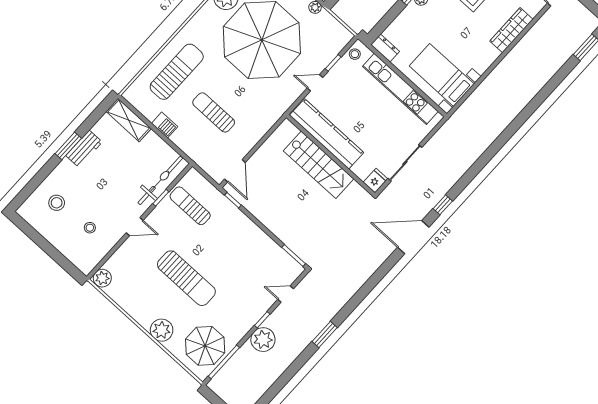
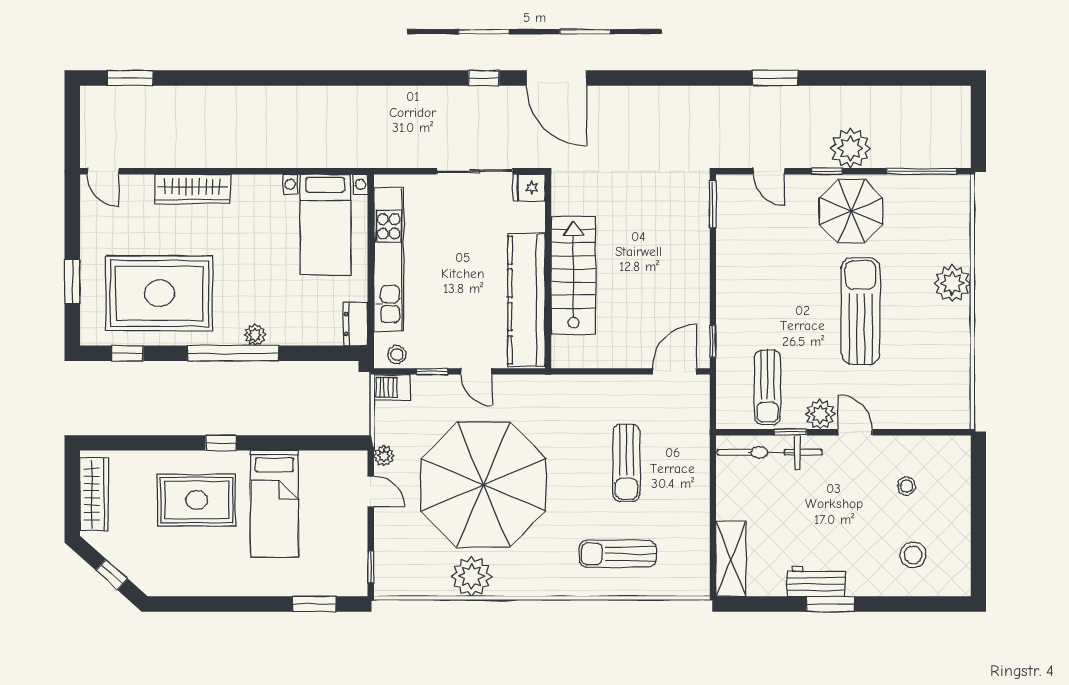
sun lounger: (177, 72) -> (618, 554), width x0.73, depth x0.75
barbecue: (165, 125) -> (392, 387), moved, turned -90
plant: (102, 278) -> (820, 414), moved
parasol: (205, 346) -> (851, 211), moved

